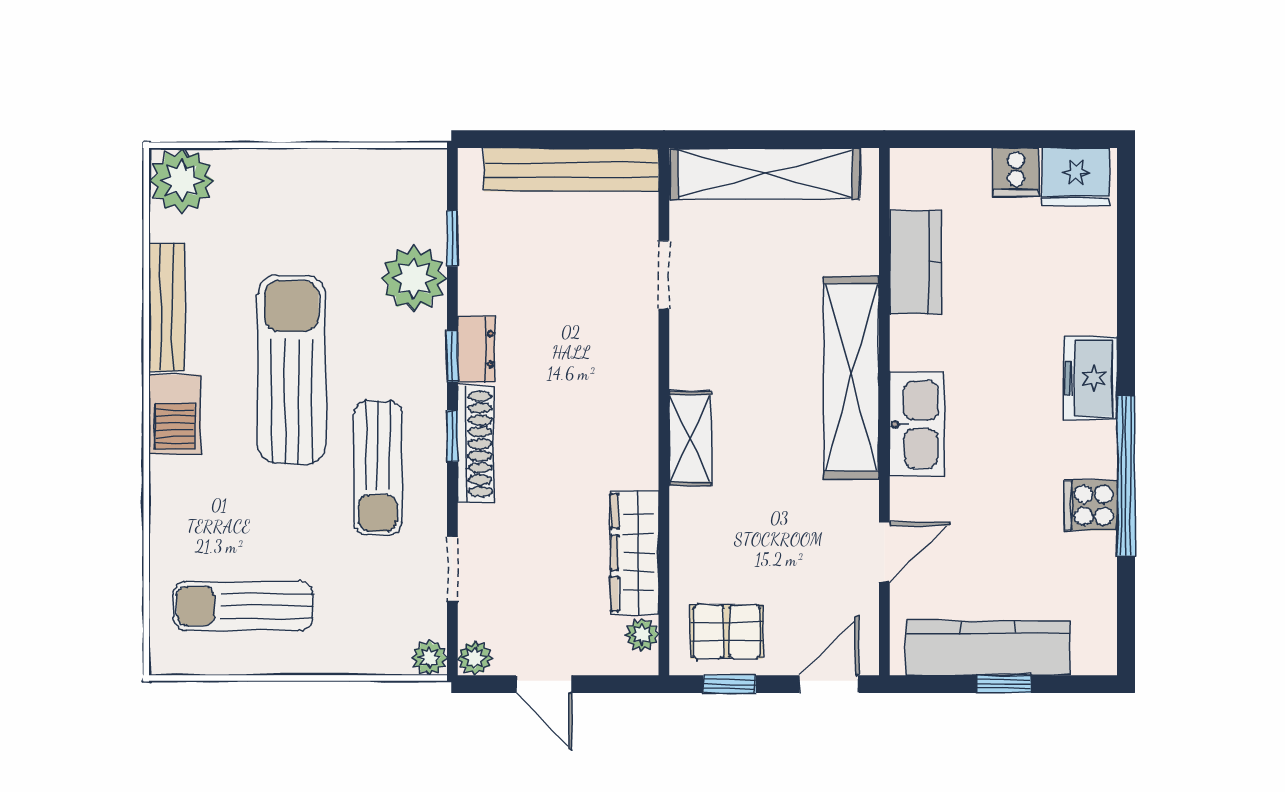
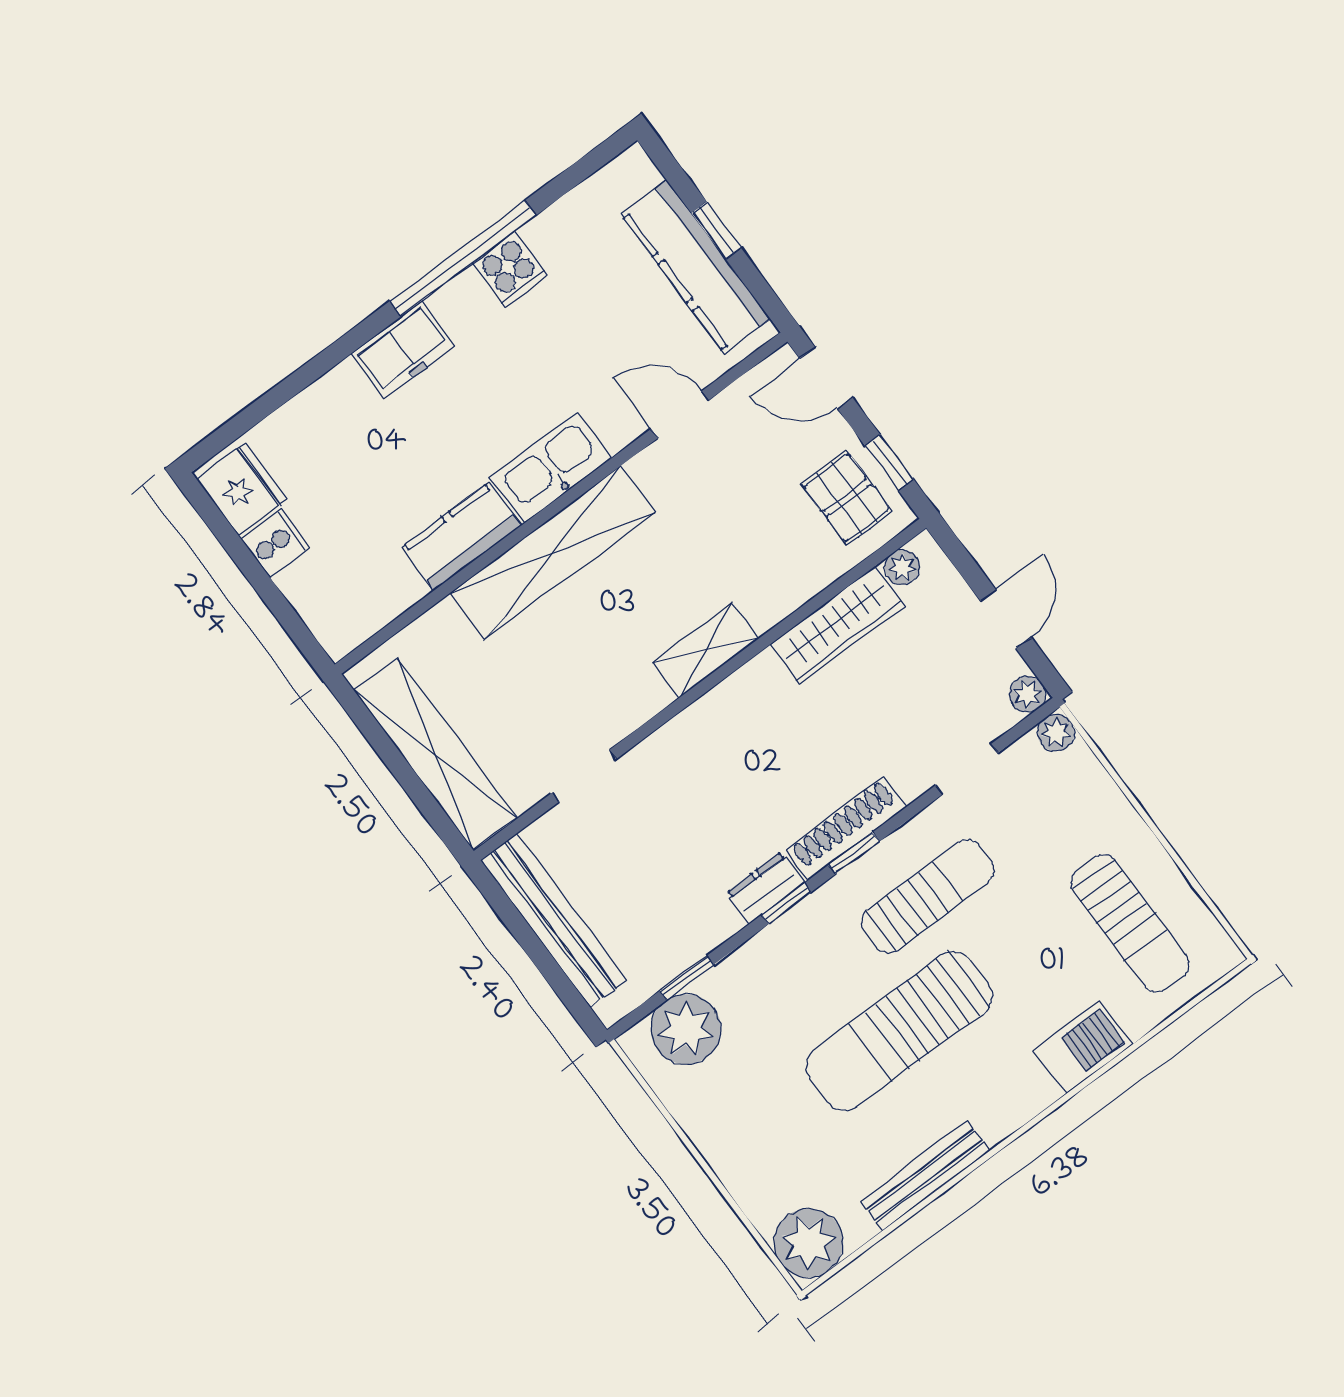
kitchen counter: (916, 262) -> (461, 536), moved
plant: (414, 278) -> (686, 1029), moved
barbecue: (175, 414) -> (1083, 1048), moved

